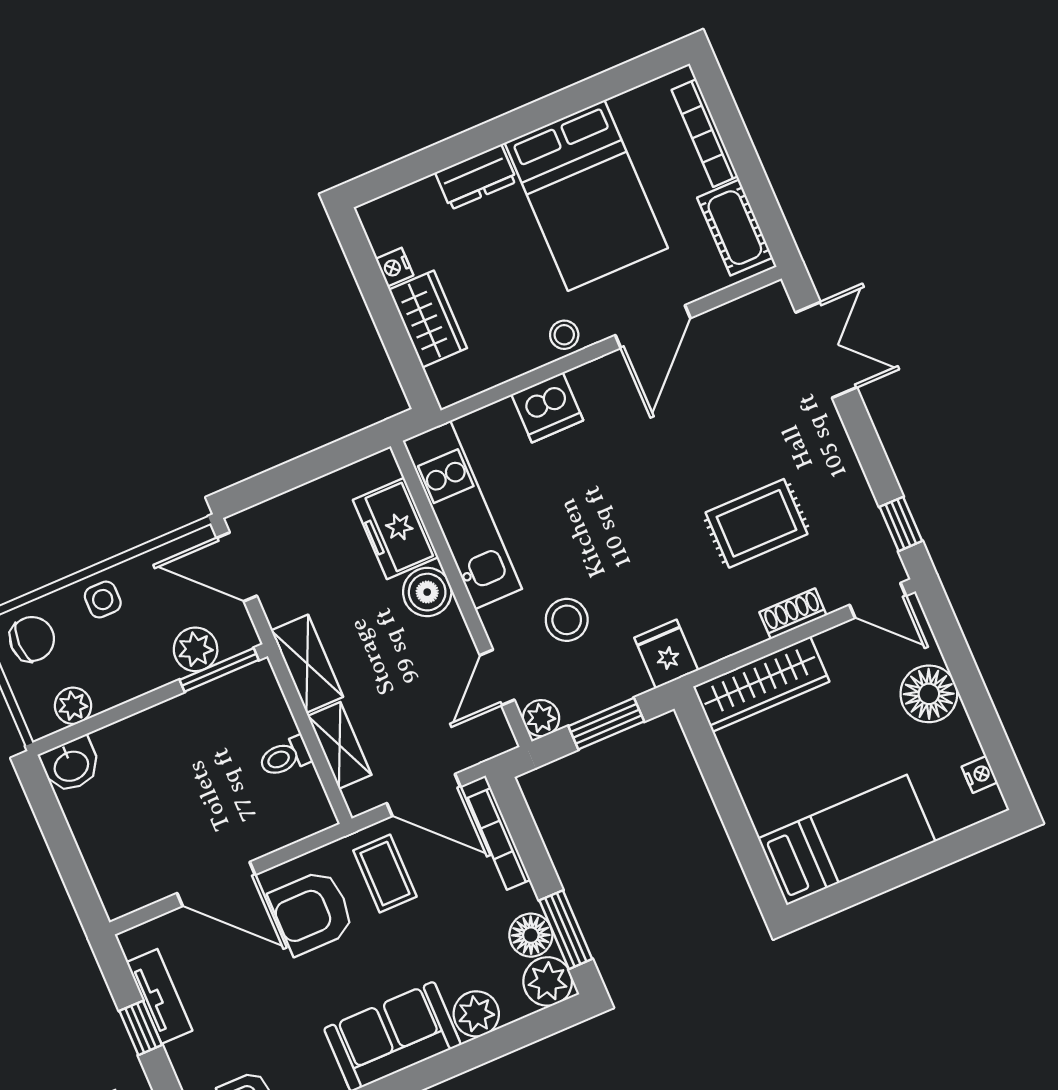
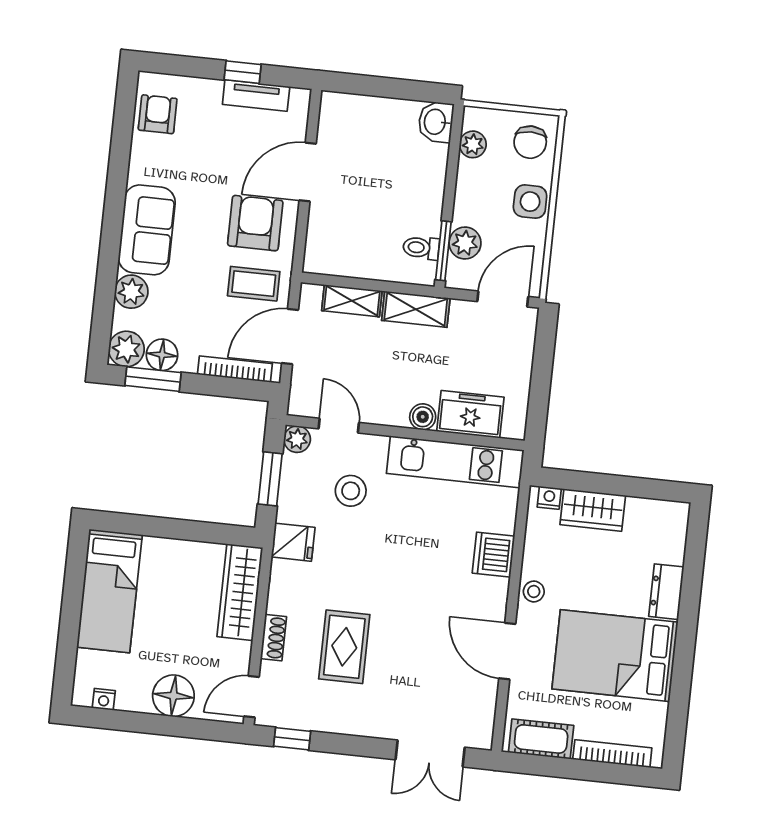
nightstand: (394, 267) -> (549, 498), moved
boiler: (427, 592) -> (423, 417), width x0.73, depth x0.73
side table: (103, 600) -> (530, 202), width x1.37, depth x1.37
toilet: (285, 757) -> (421, 248), moved, turned -90

